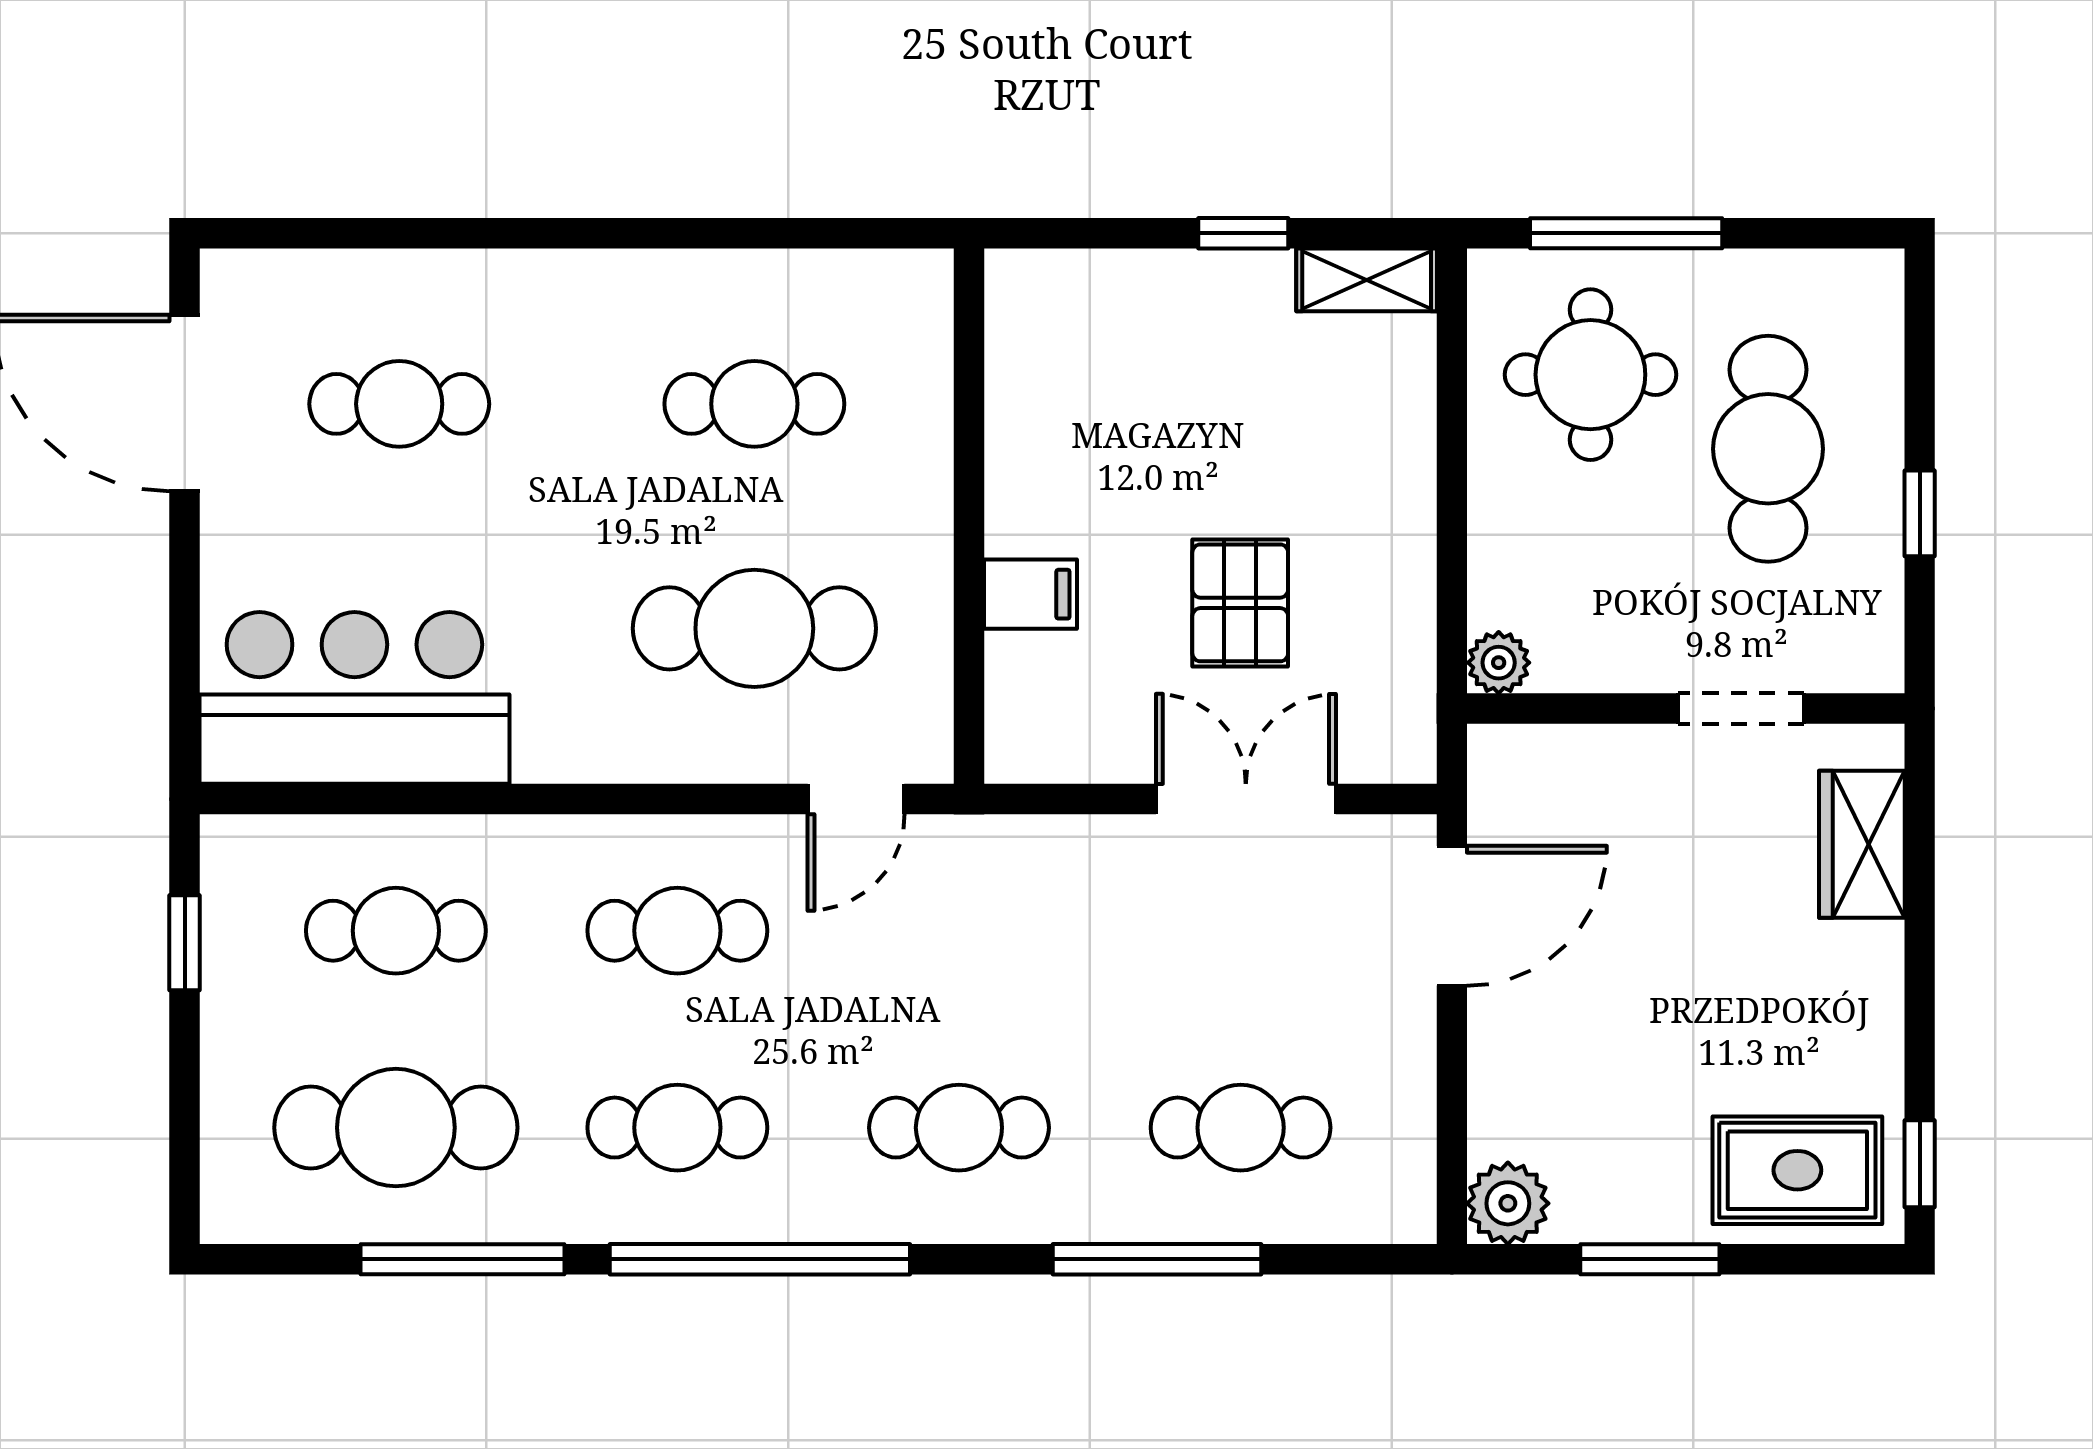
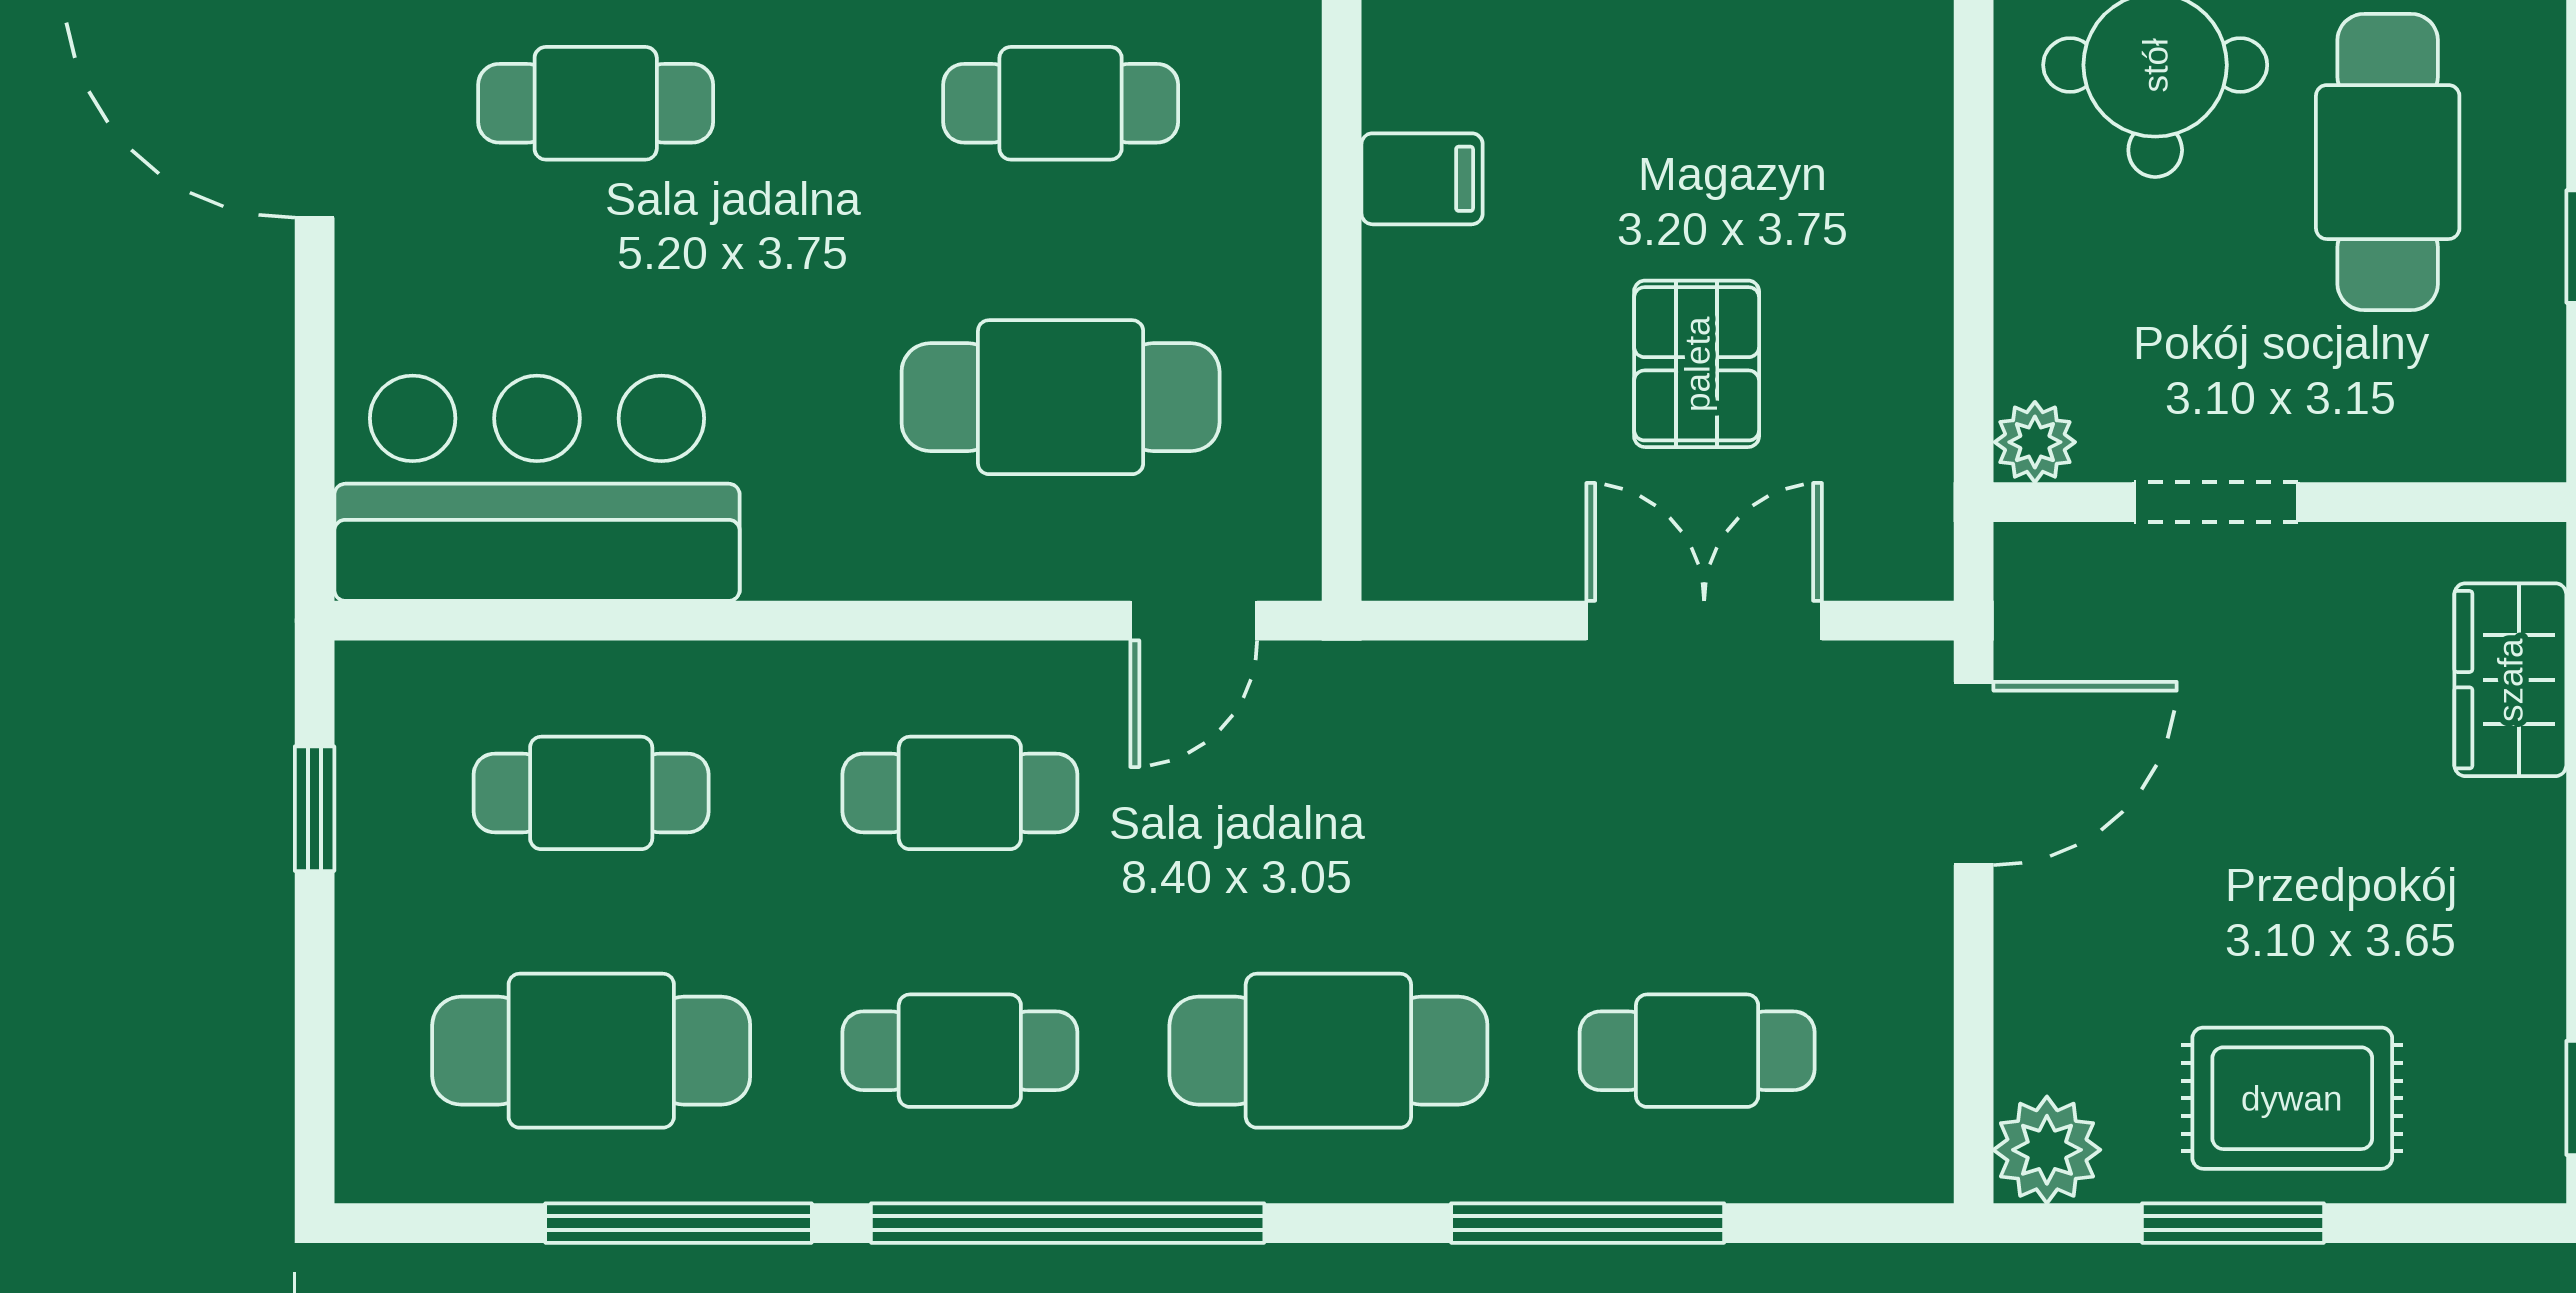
filing cabinet: (1031, 594) -> (1422, 179), moved
doorway: (1741, 709) -> (2216, 502), moved
cafe table: (959, 1128) -> (1328, 1051), width x1.37, depth x1.35
rug: (1797, 1170) -> (2292, 1098), moved

